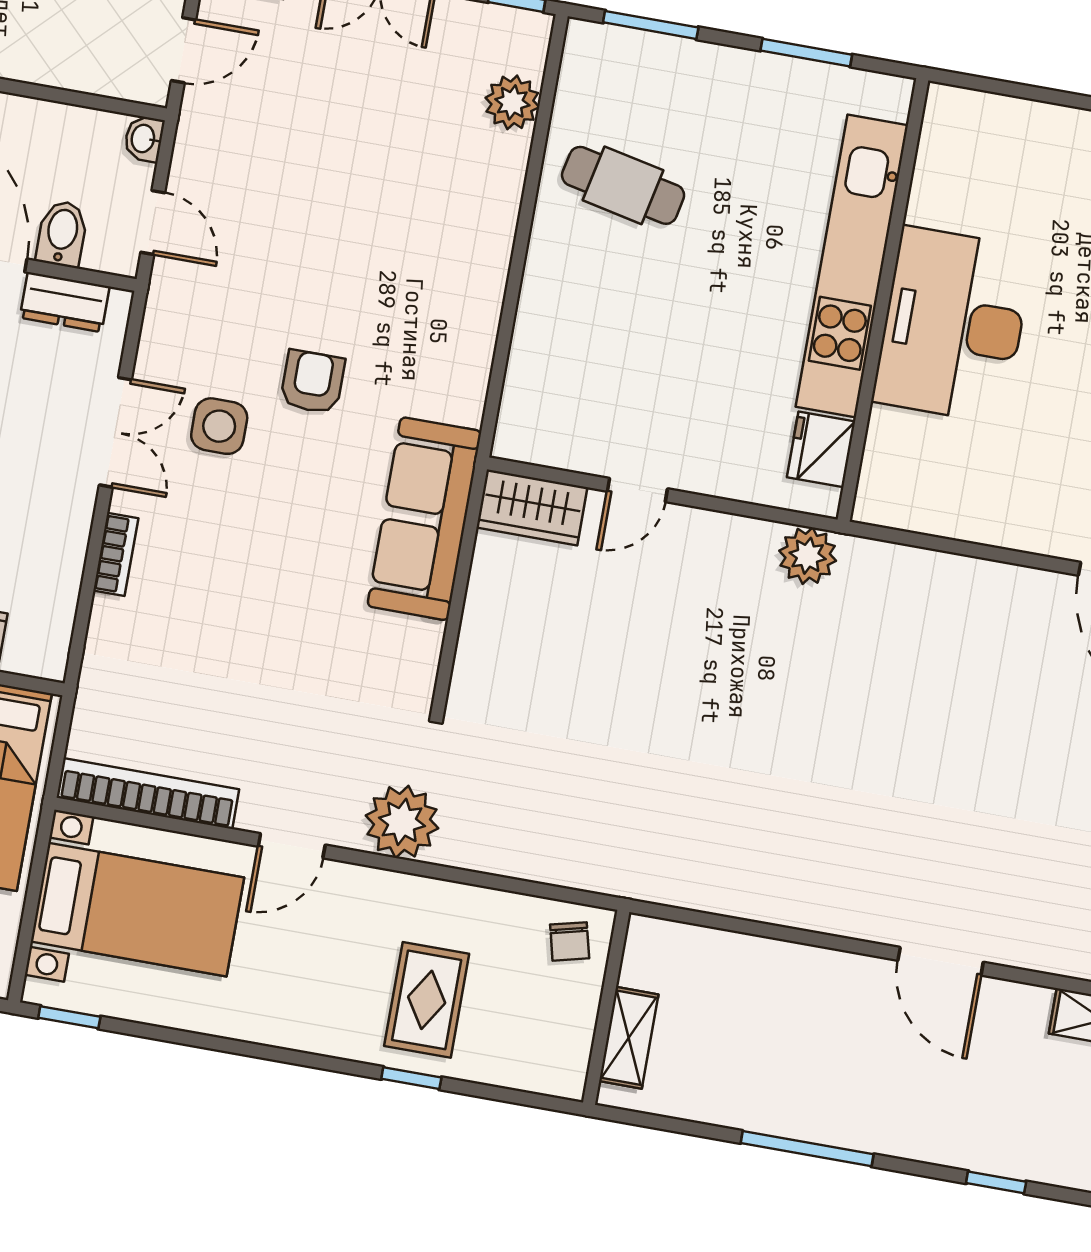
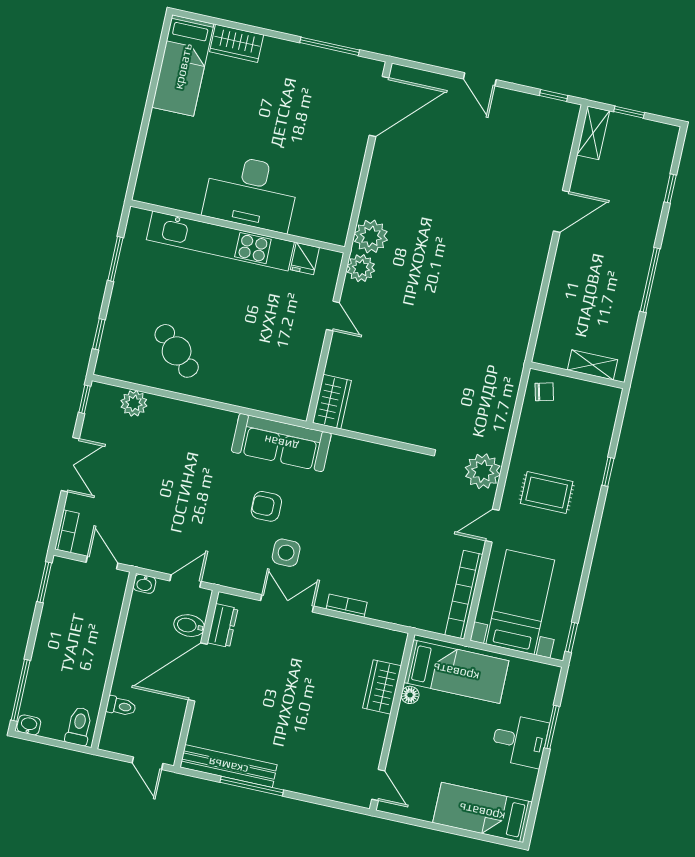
window: (651, 25) -> (99, 334), width x0.67
cafe table: (623, 185) -> (177, 351), turned -59
fridge: (821, 449) -> (305, 259), width x0.72
door: (637, 490) -> (333, 316), moved
sofa: (424, 519) -> (281, 443), moved
plant: (873, 574) -> (371, 236), added
door: (292, 846) -> (492, 526), swing flipped
rug: (427, 1000) -> (547, 493), moved

